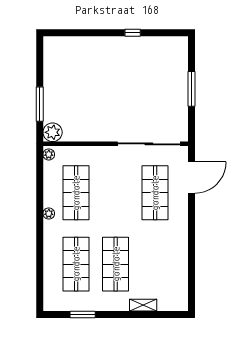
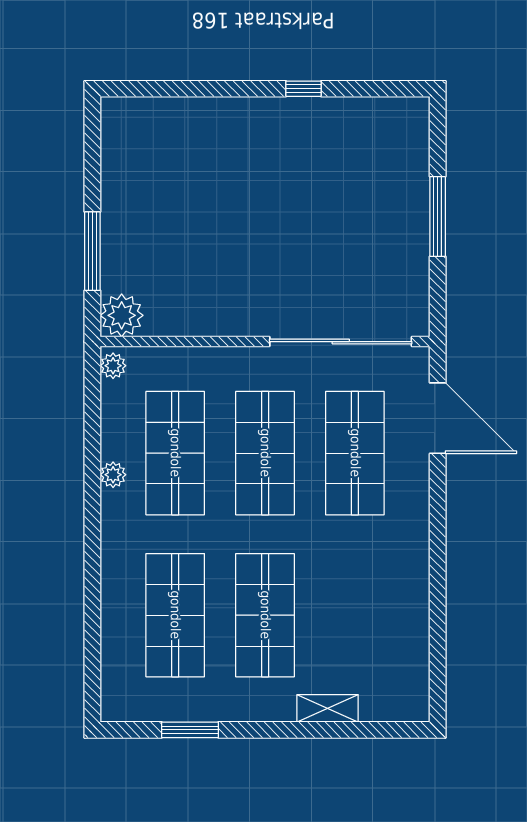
door: (191, 177) -> (438, 418), hinge flipped
shop shelf: (116, 193) -> (265, 453), added
plant: (49, 214) -> (113, 475), moved

